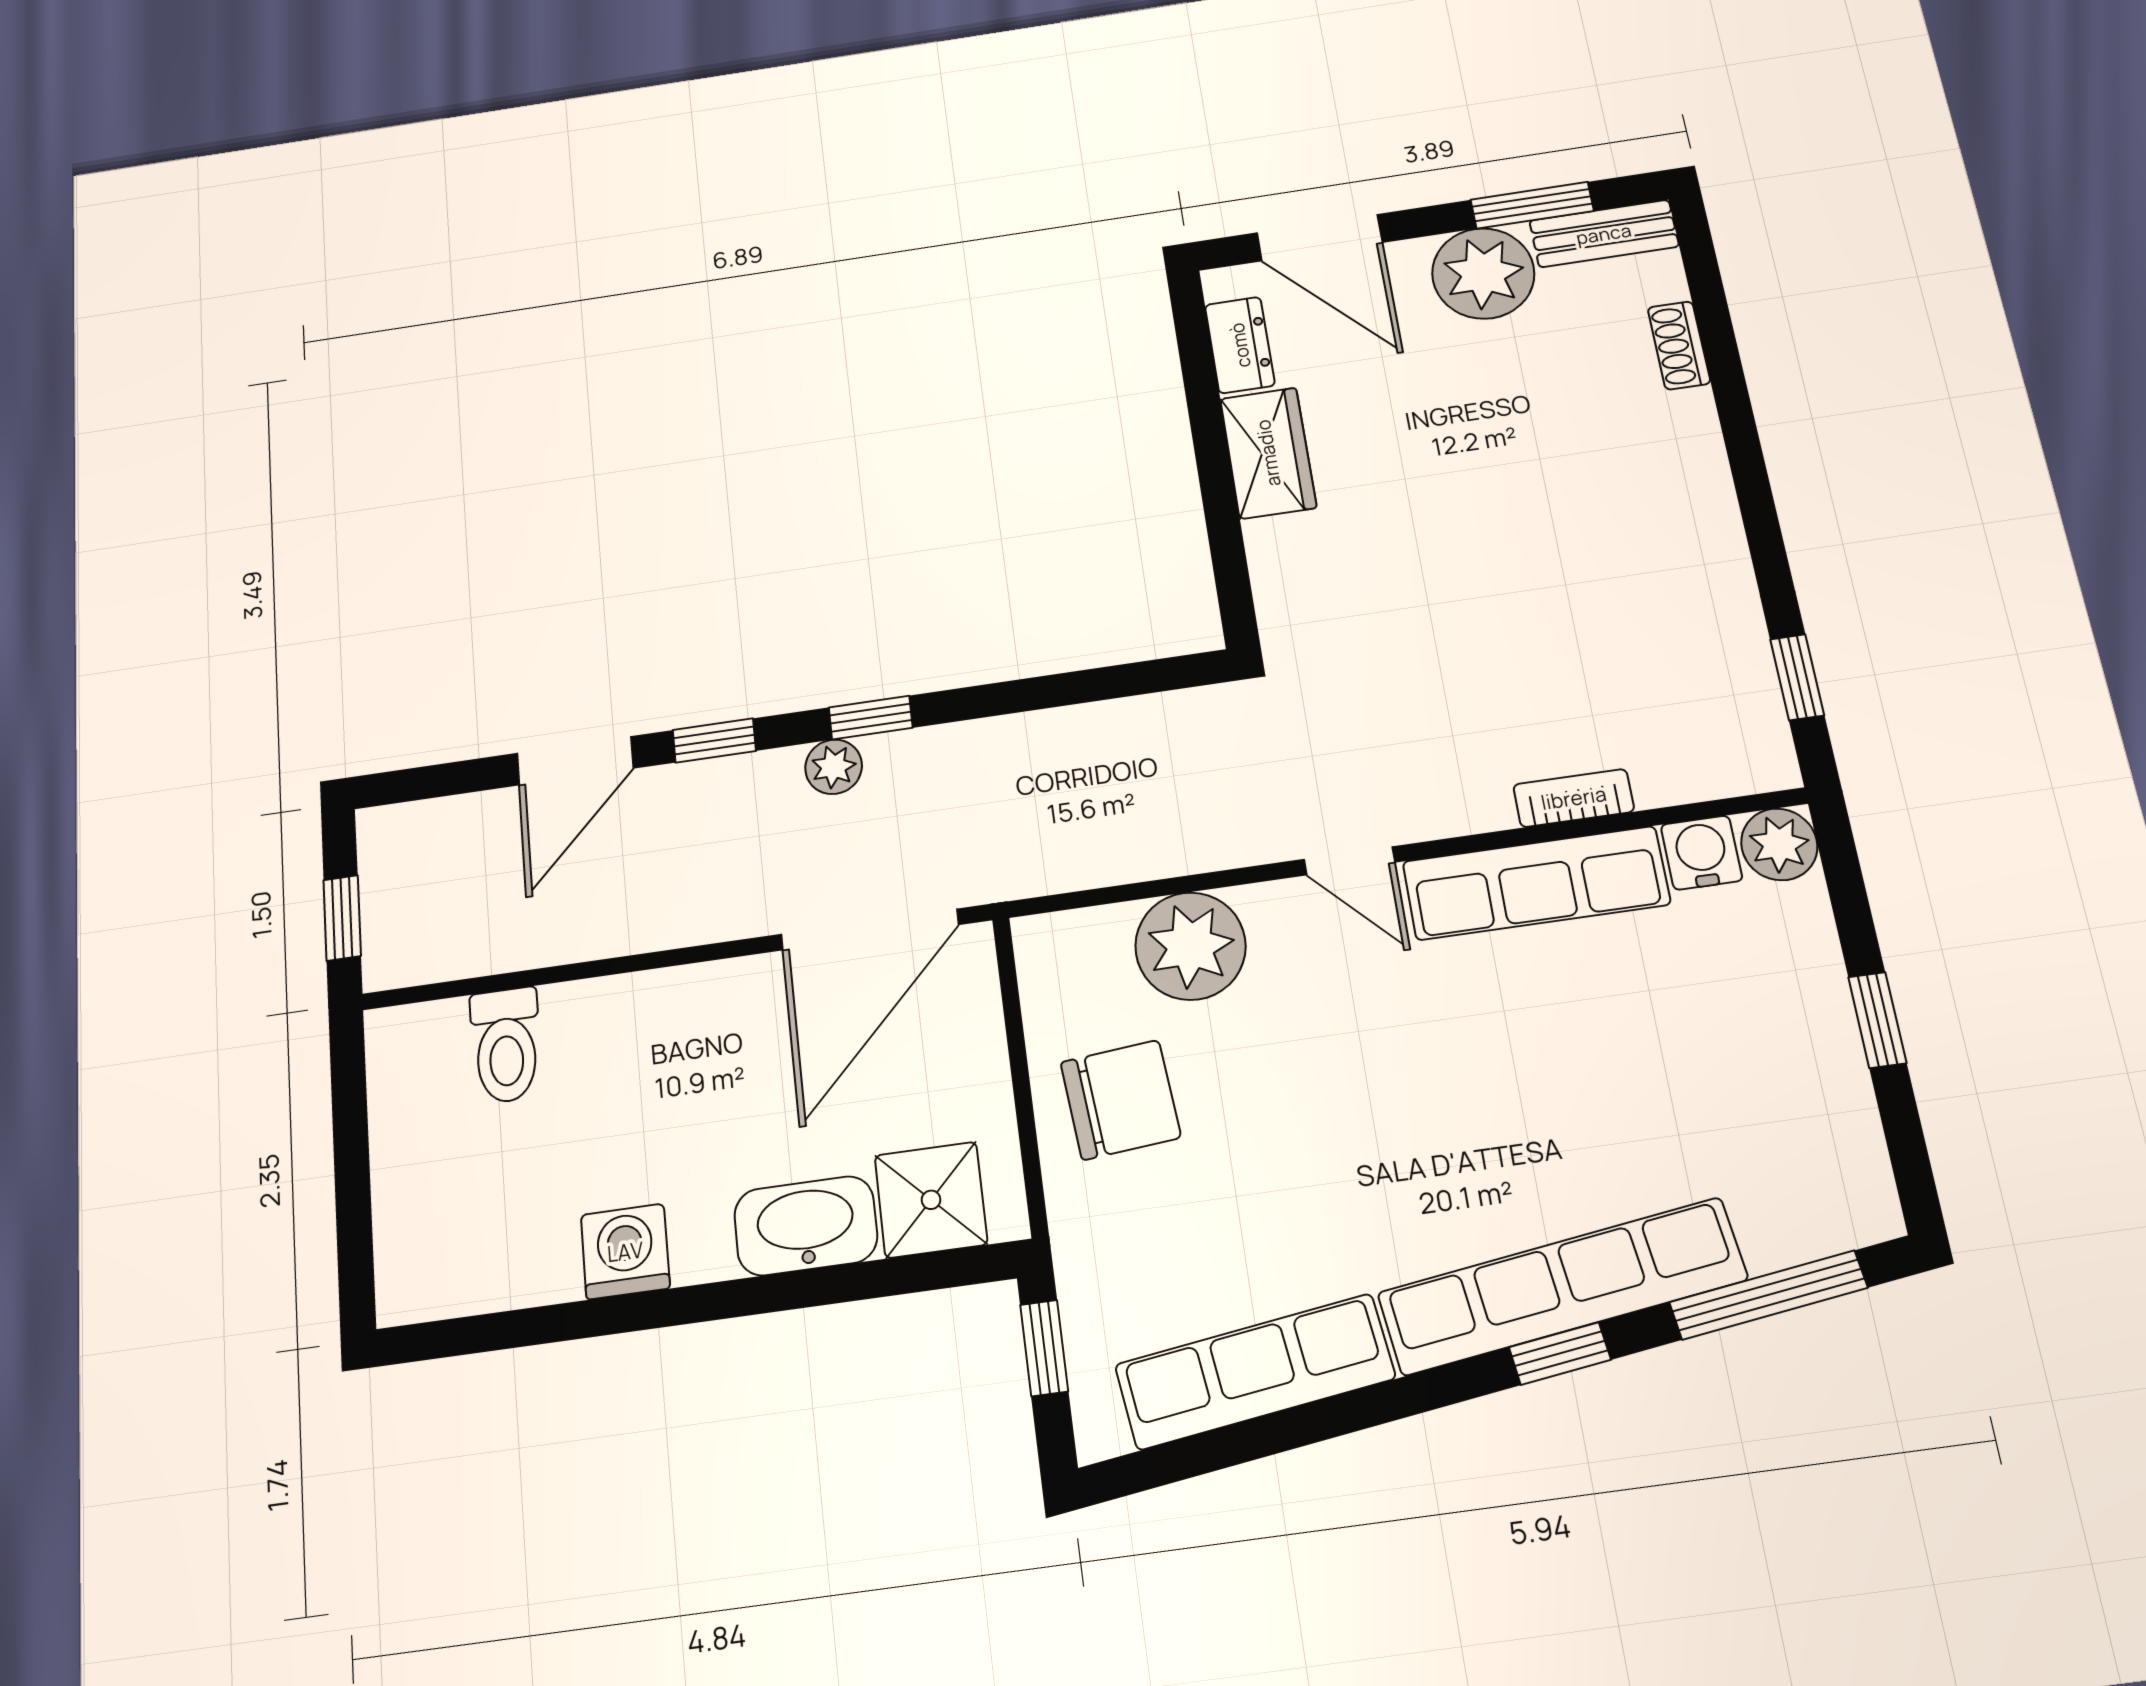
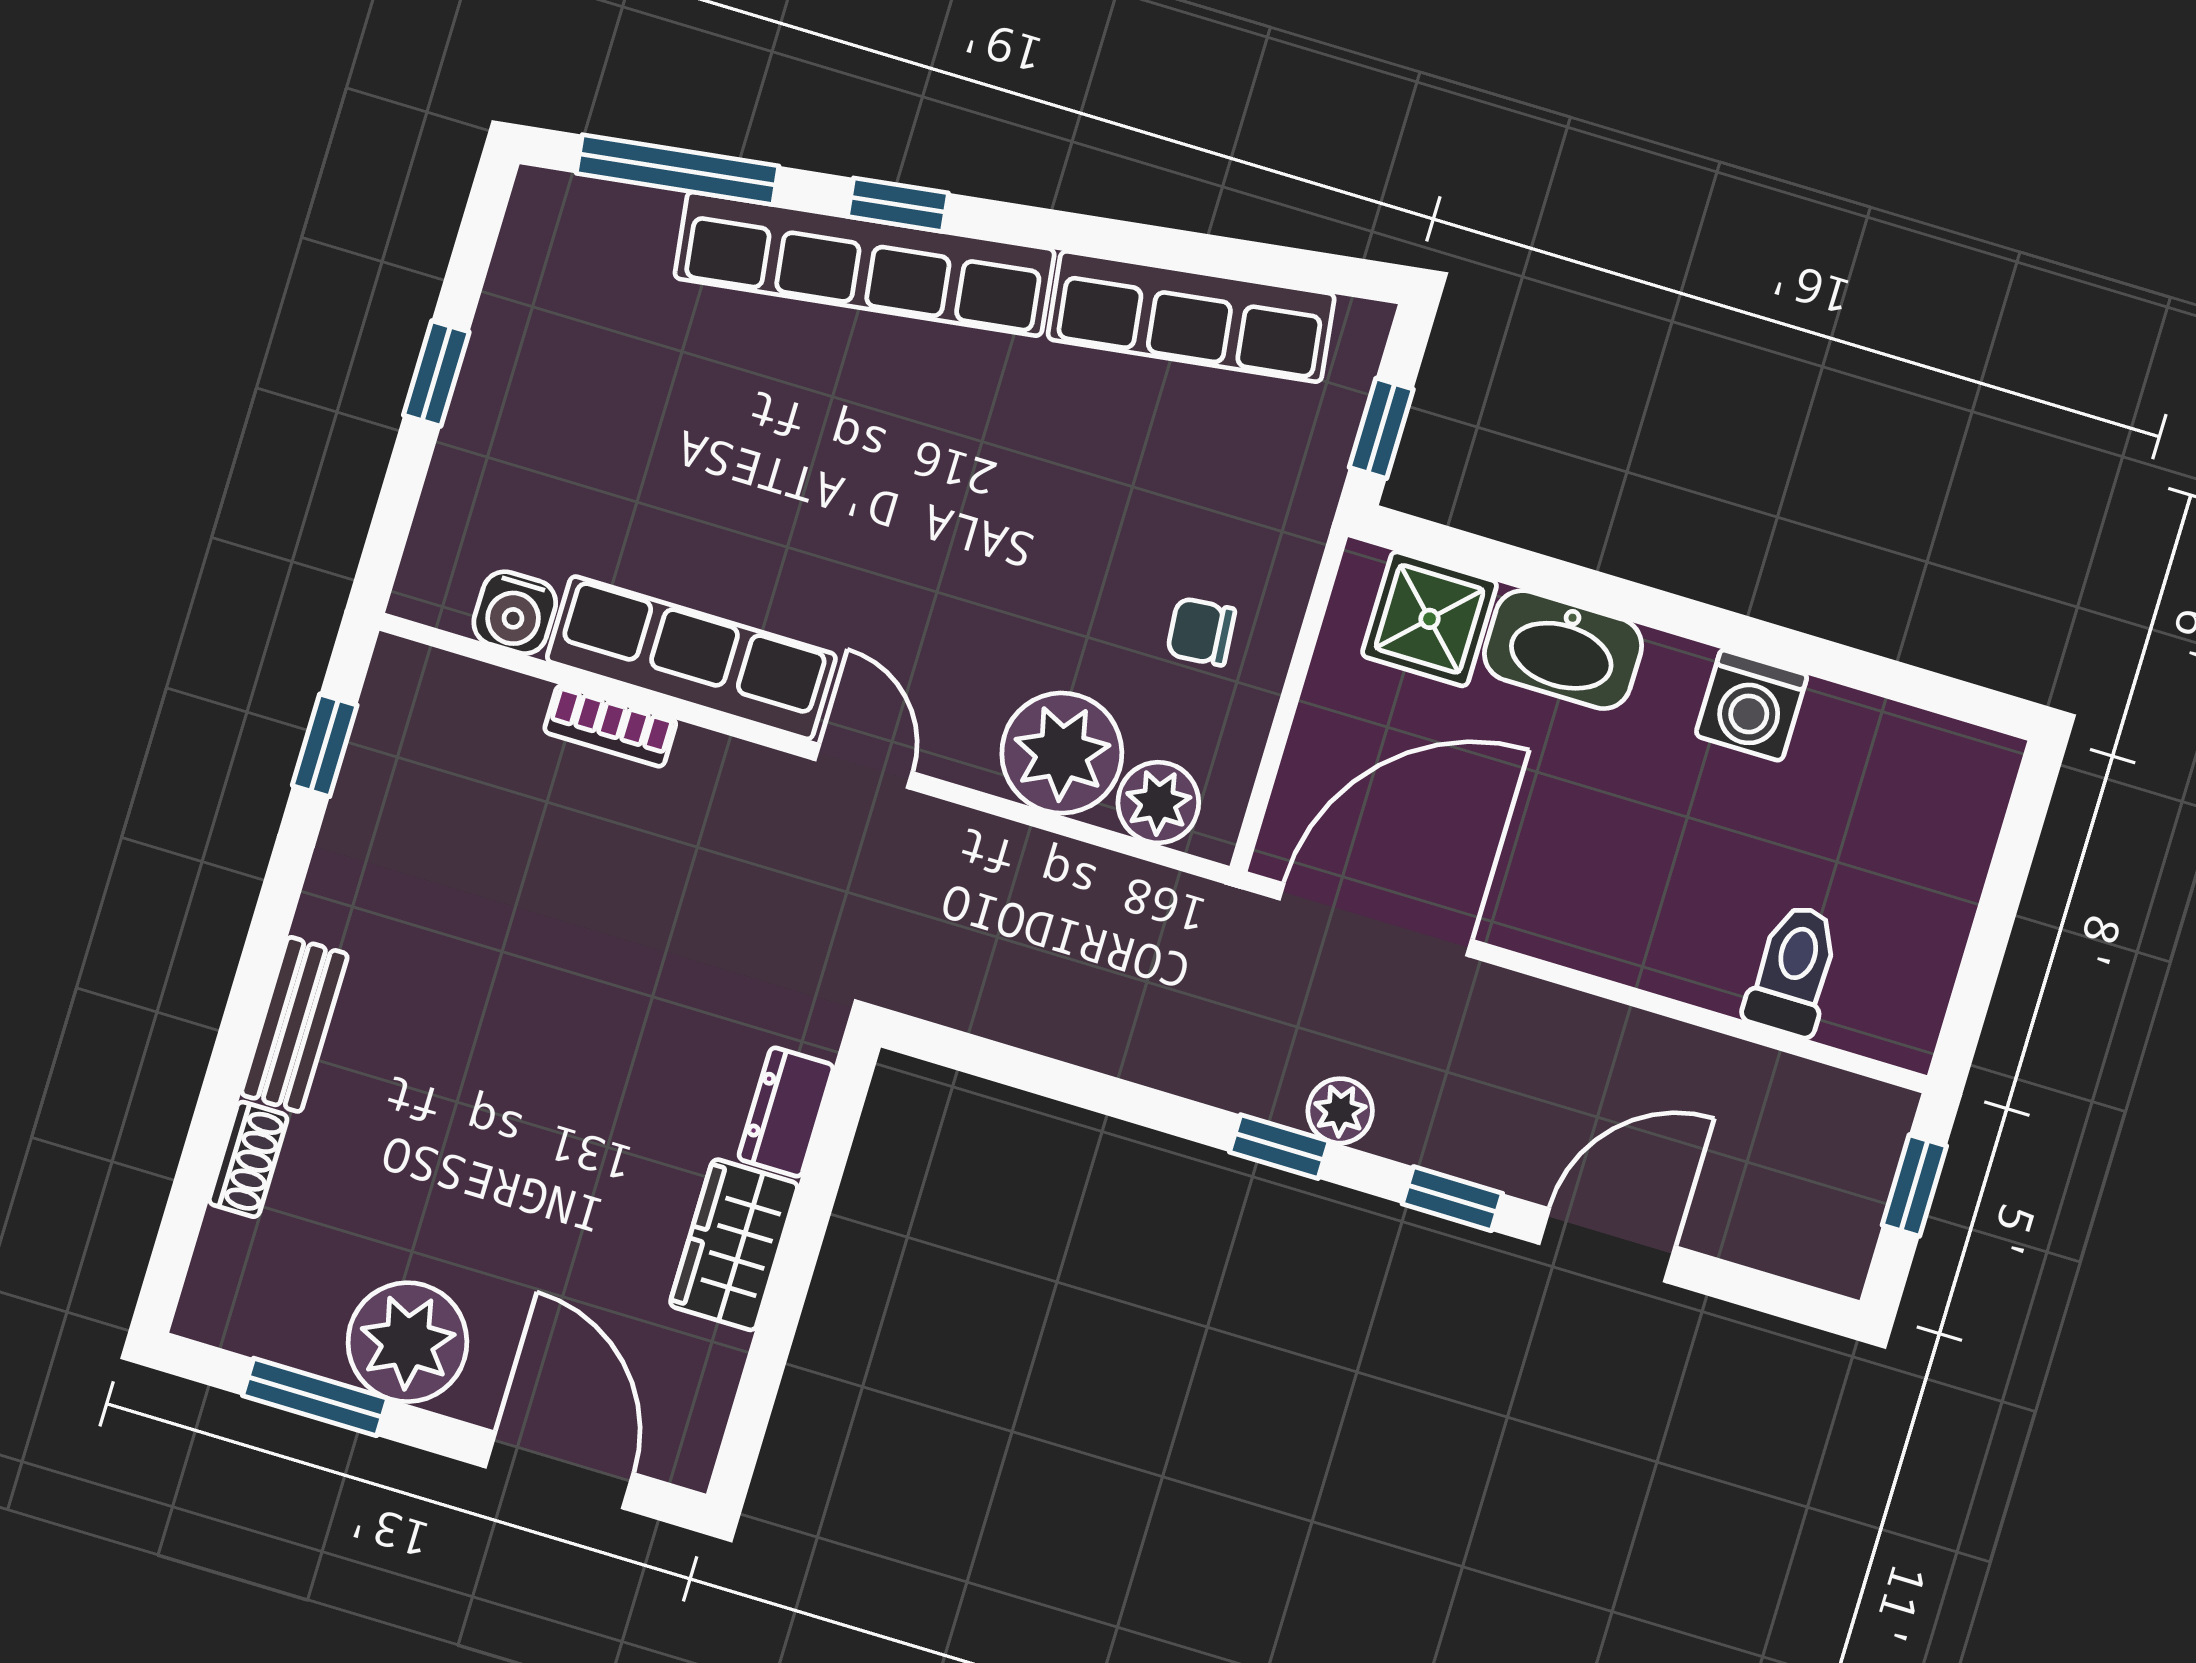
bench: (1604, 234) -> (294, 1024), moved, turned 90
dresser: (1240, 345) -> (786, 1112), moved
plant: (1779, 844) -> (1158, 803), moved
chair: (1121, 1100) -> (1201, 632), width x0.54, depth x0.54

